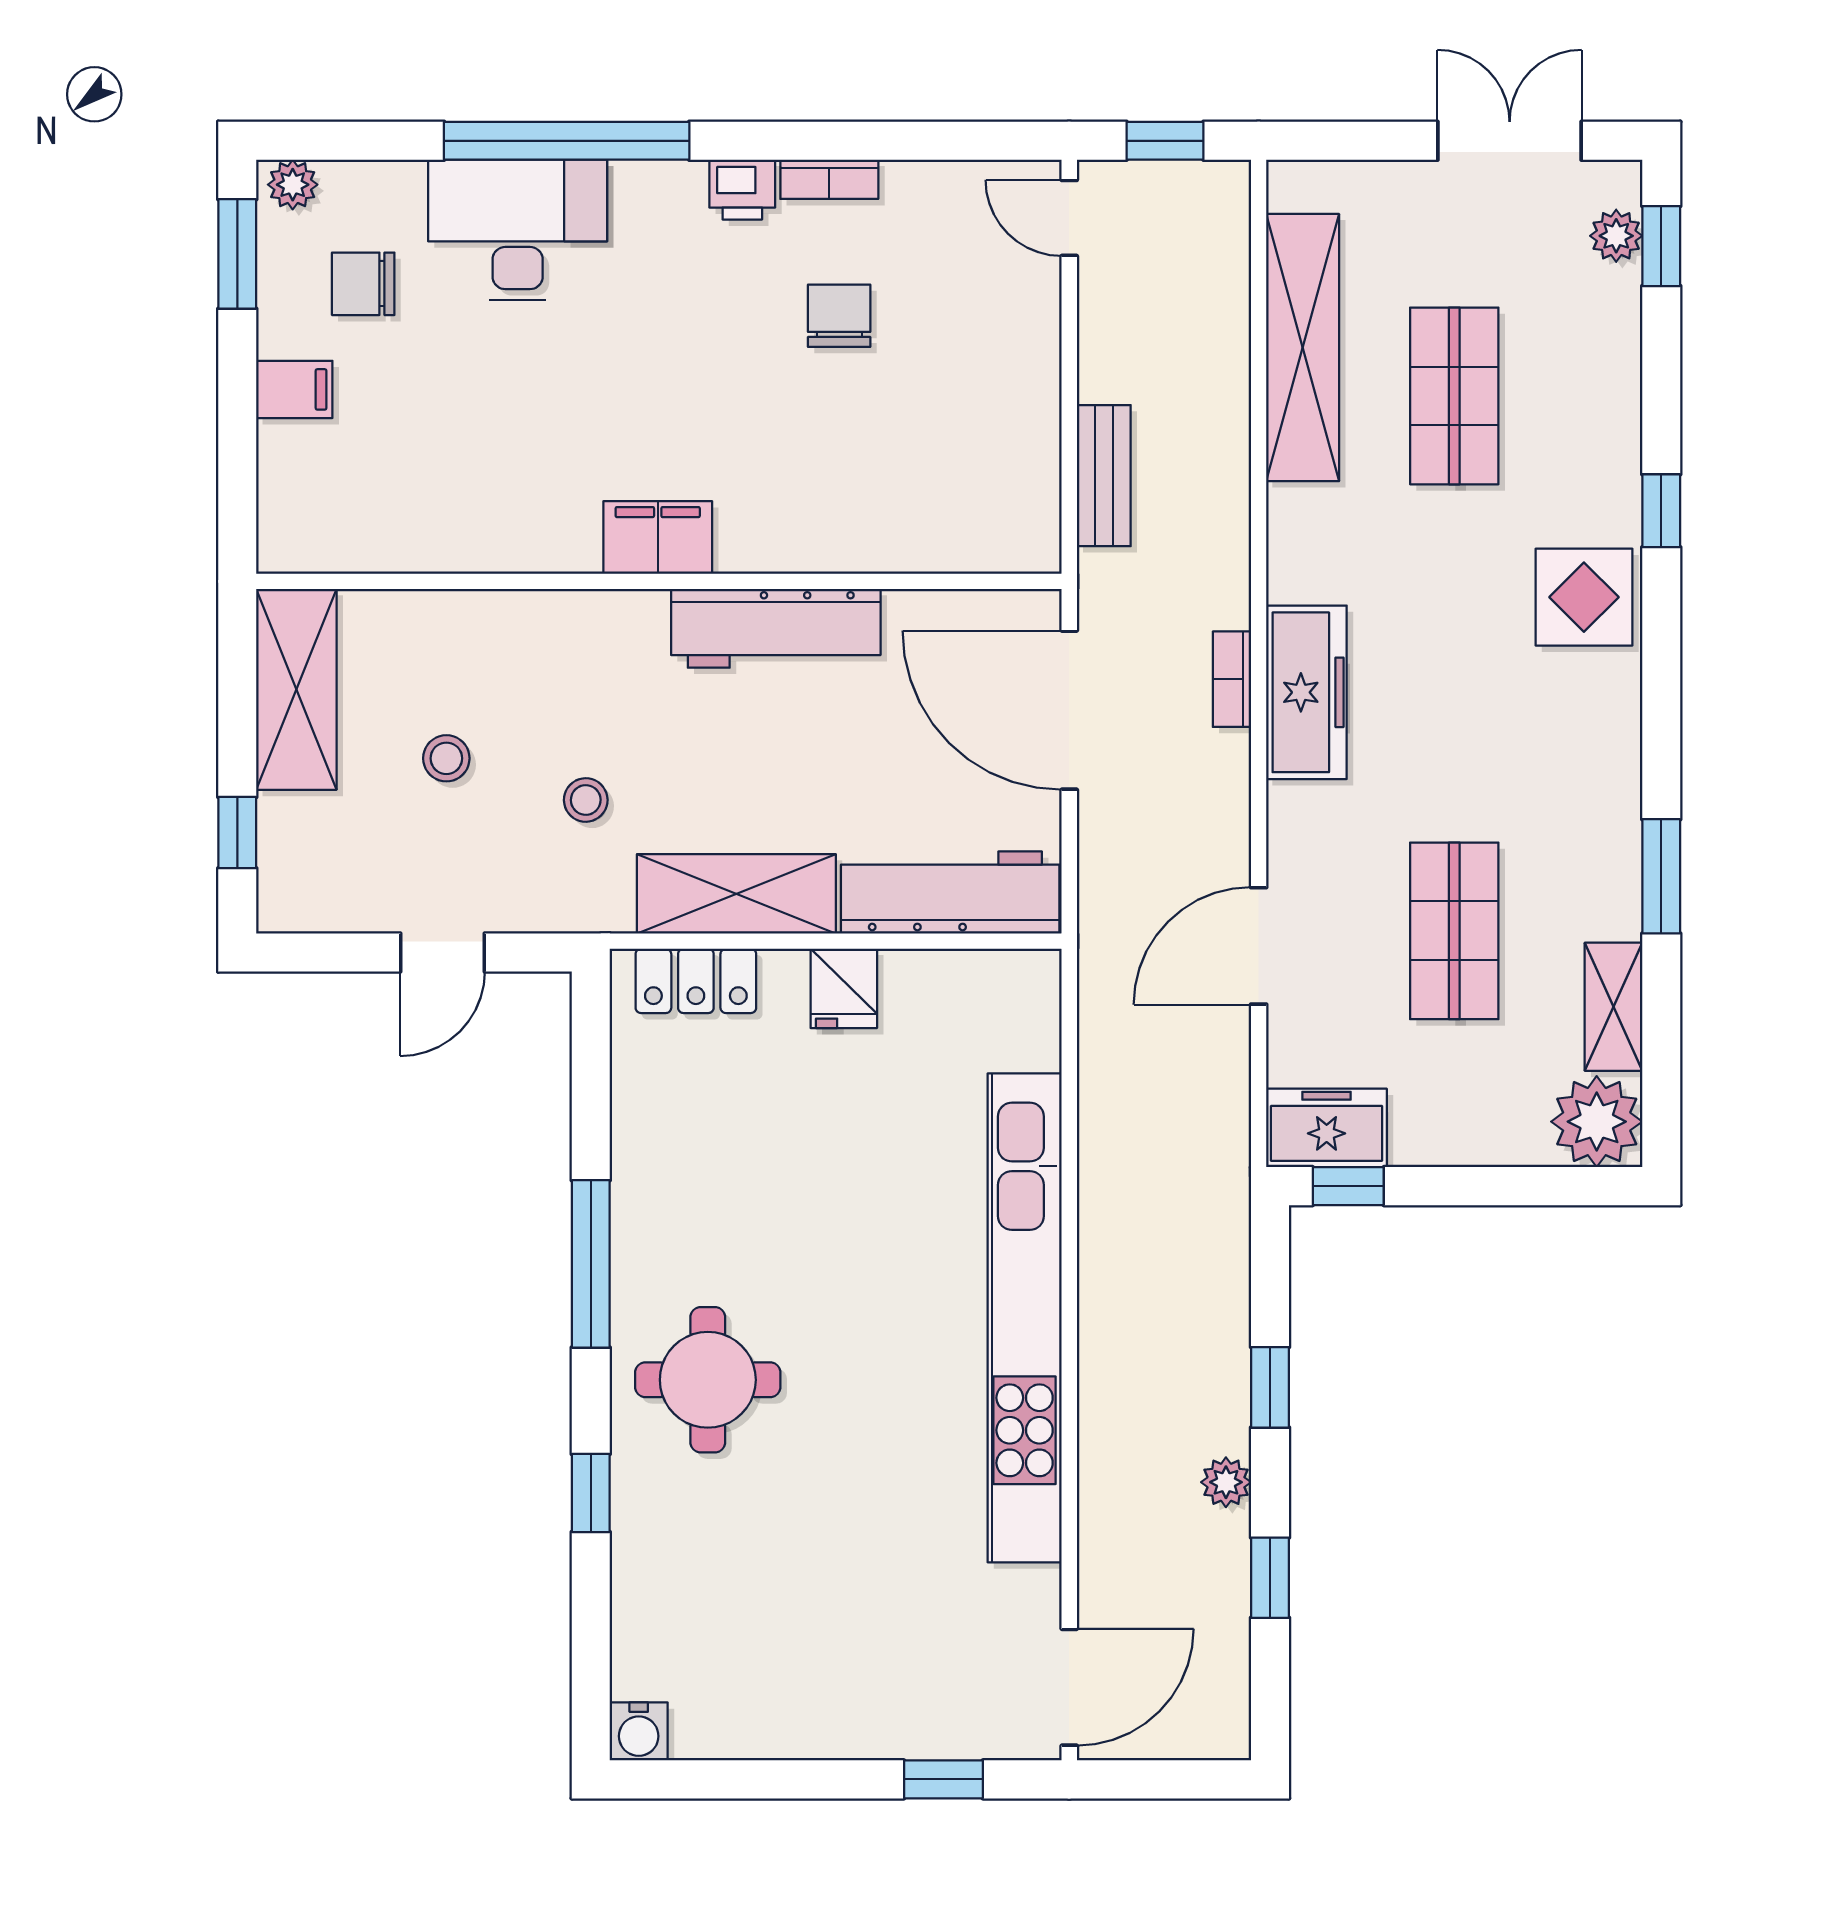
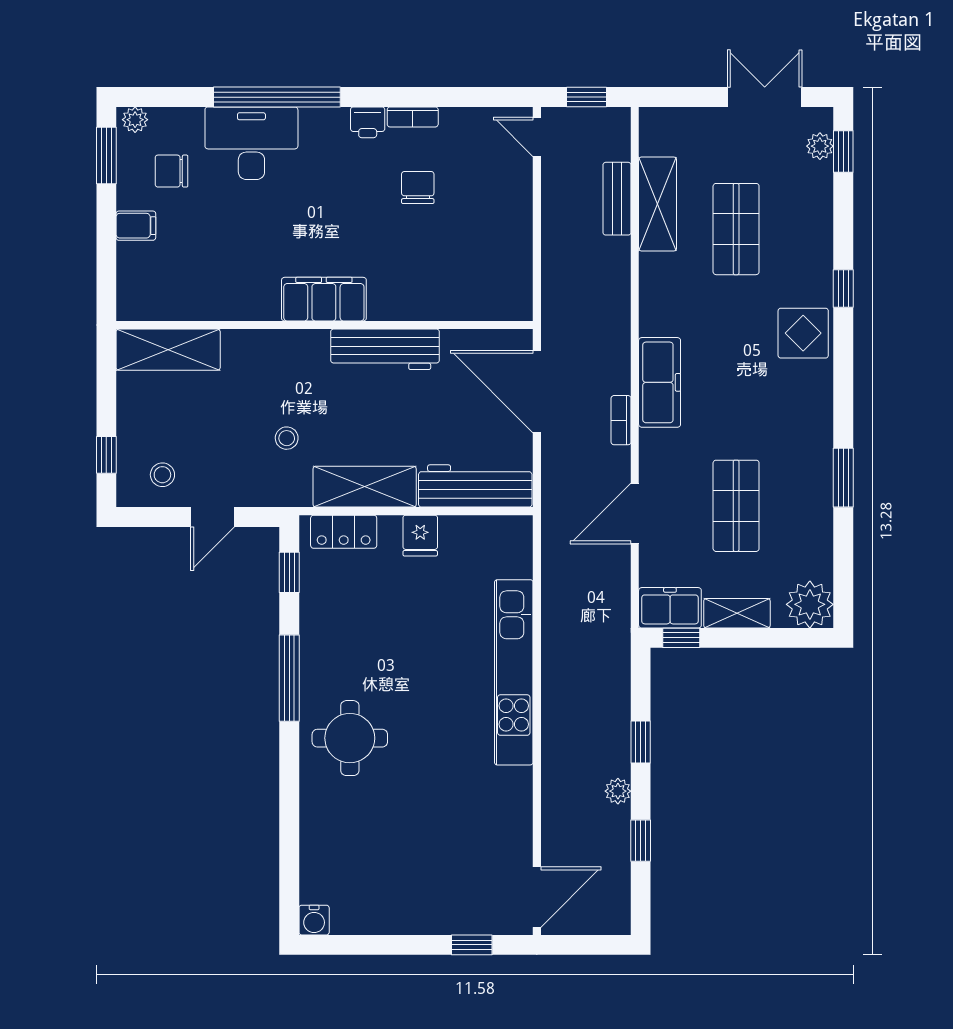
shelving: (1303, 348) -> (658, 204), width x0.68
bench: (1104, 476) -> (617, 199), moved
filing cabinet: (658, 538) -> (324, 299), width x1.50, depth x1.17
bookcase: (1232, 679) -> (621, 420), moved
shelving: (296, 689) -> (168, 350), moved, turned 90
stool: (446, 758) -> (162, 475), moved
shelving: (1614, 1007) -> (737, 613), moved, turned 90
kitchen unit: (1025, 1318) -> (514, 672), width x0.73
window: (591, 1493) -> (289, 572), moved

